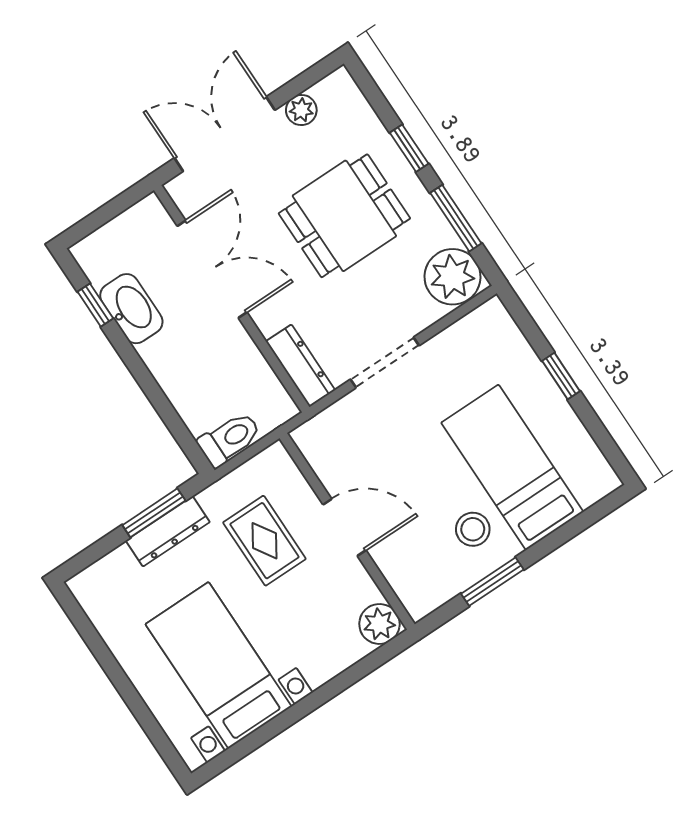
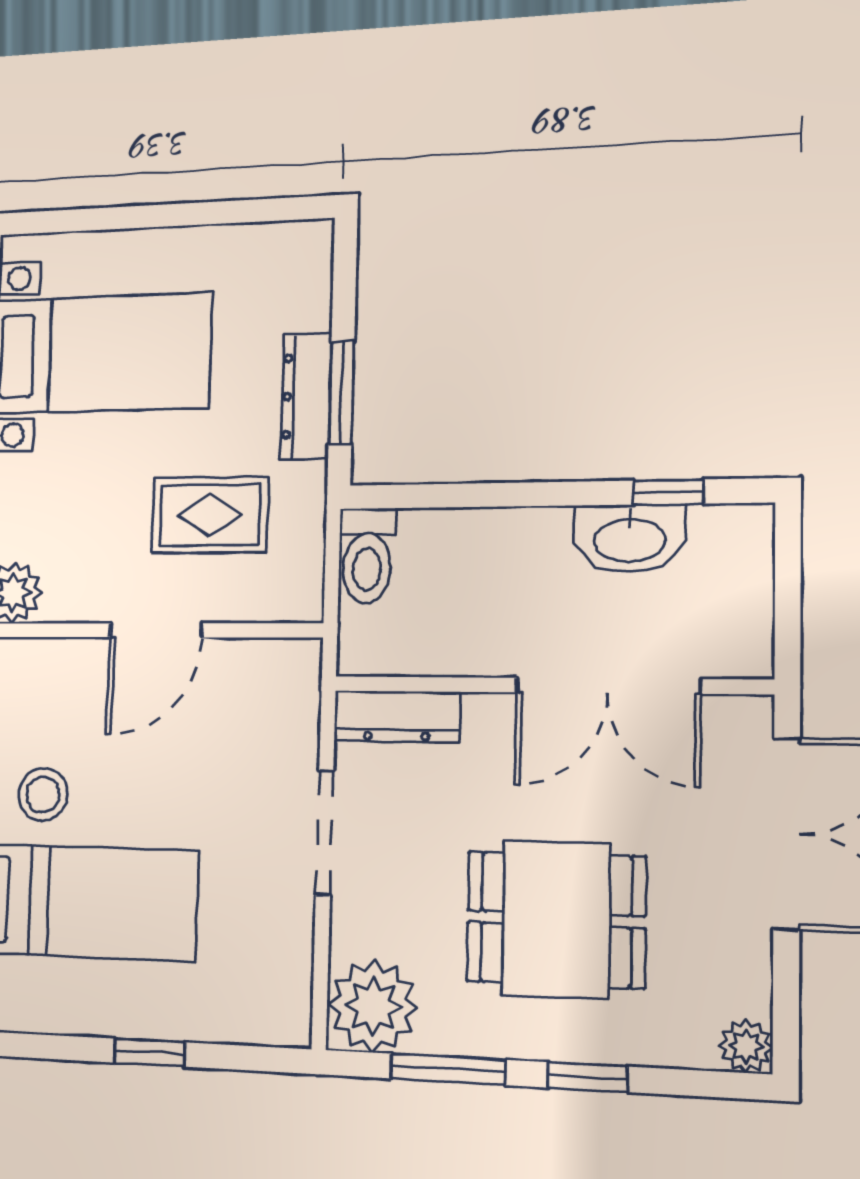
plant: (301, 110) -> (746, 1046), moved
dining table: (344, 216) -> (556, 919), turned 90

